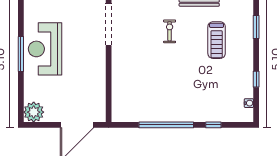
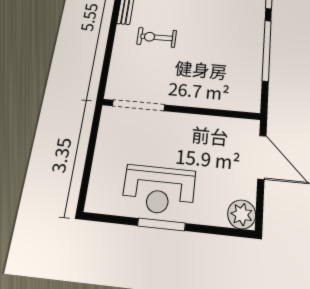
exercise bike: (170, 31) -> (157, 37), width x1.38, depth x1.39

